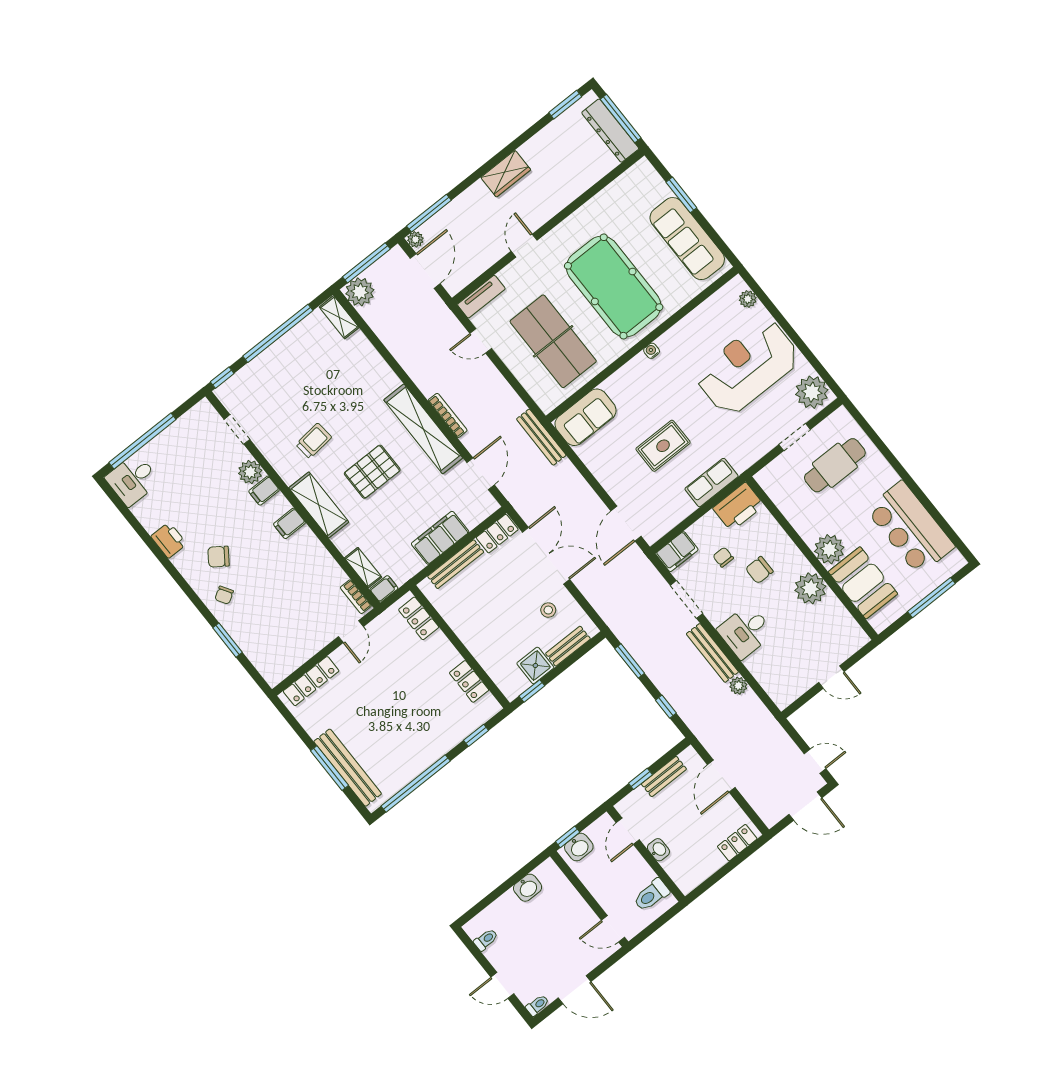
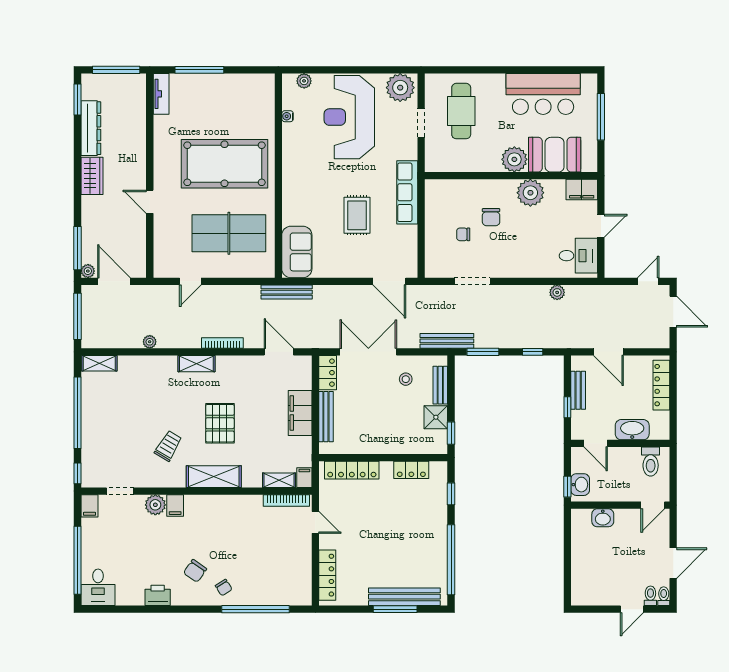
dresser: (610, 131) -> (91, 128), moved, turned -90
window: (681, 195) -> (199, 70), width x1.44
sofa: (687, 239) -> (232, 89), removed
plant: (360, 292) -> (150, 342), moved, width x0.53, depth x0.53
tv unit: (481, 297) -> (161, 94), moved
water cooler: (652, 351) -> (288, 116), moved
shelving: (423, 429) -> (196, 364), width x0.45, depth x0.75
trolley: (314, 441) -> (168, 446), turned 37
row of seats: (711, 483) -> (407, 192), width x1.48
printer: (738, 507) -> (438, 197), removed
filing cabinet: (289, 523) -> (89, 506), moved
filing cabinet: (677, 552) -> (582, 190), moved, turned 90
bookcase: (356, 597) -> (286, 500), width x1.56
locker: (419, 618) -> (352, 470), width x1.53
desk: (746, 631) -> (578, 256), moved, turned -90
window: (228, 640) -> (255, 609), width x2.11
bench: (712, 653) -> (447, 341), moved
door: (805, 806) -> (673, 312), hinge flipped
locker: (737, 843) -> (661, 385), width x1.53
washbasin: (658, 850) -> (632, 430), width x1.91, depth x1.45
washbasin: (528, 888) -> (603, 518), moved, turned 90
toilet: (486, 940) -> (650, 596), moved

